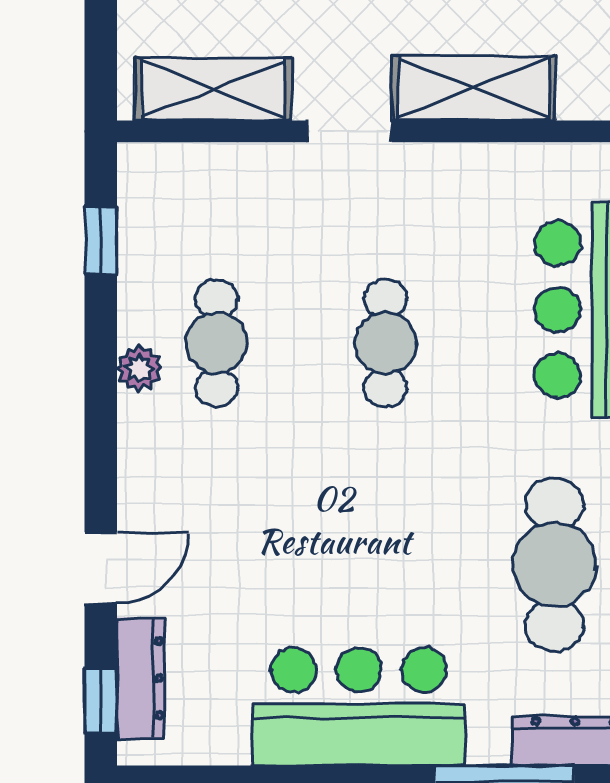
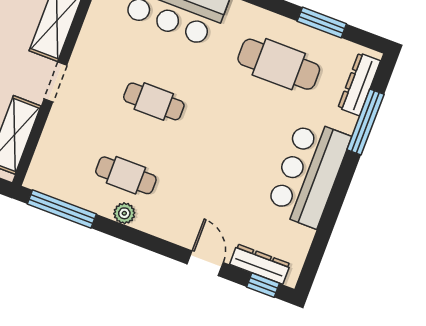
window: (101, 240) -> (62, 209), width x2.17

